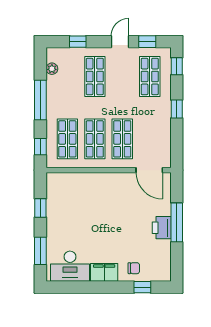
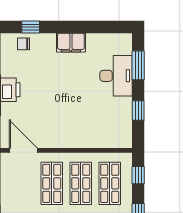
desk: (70, 266) -> (116, 76), moved, turned 90
chair: (134, 268) -> (24, 44), moved

